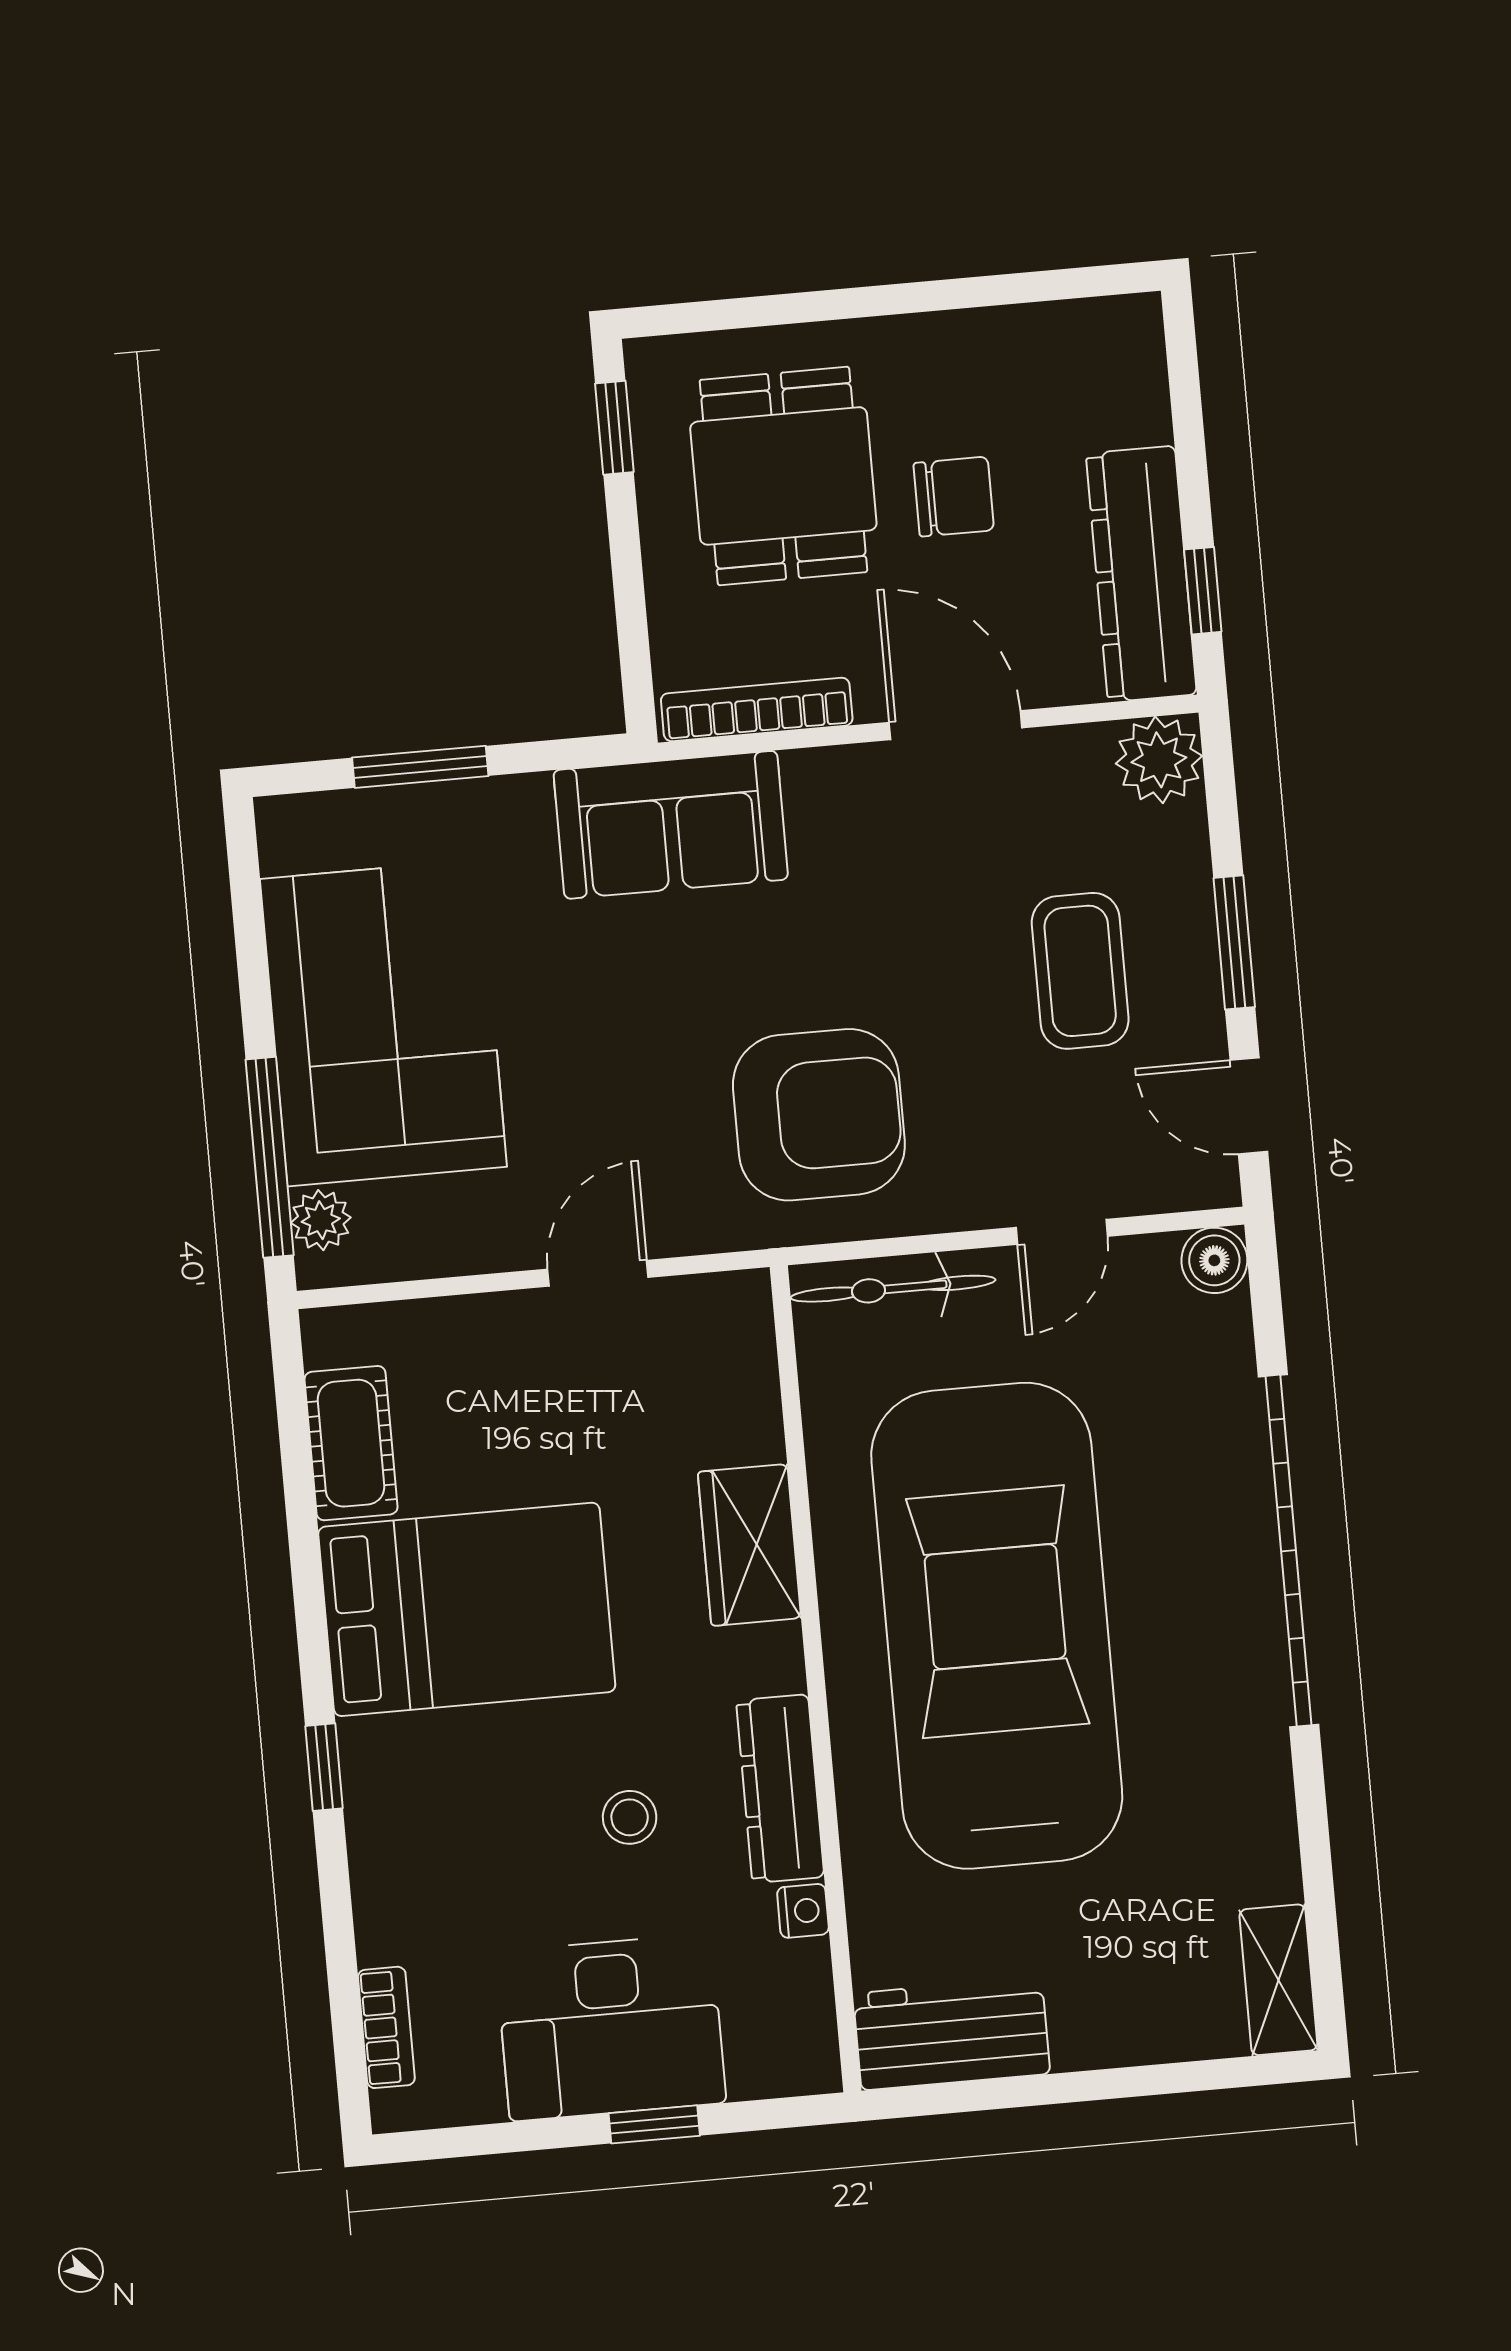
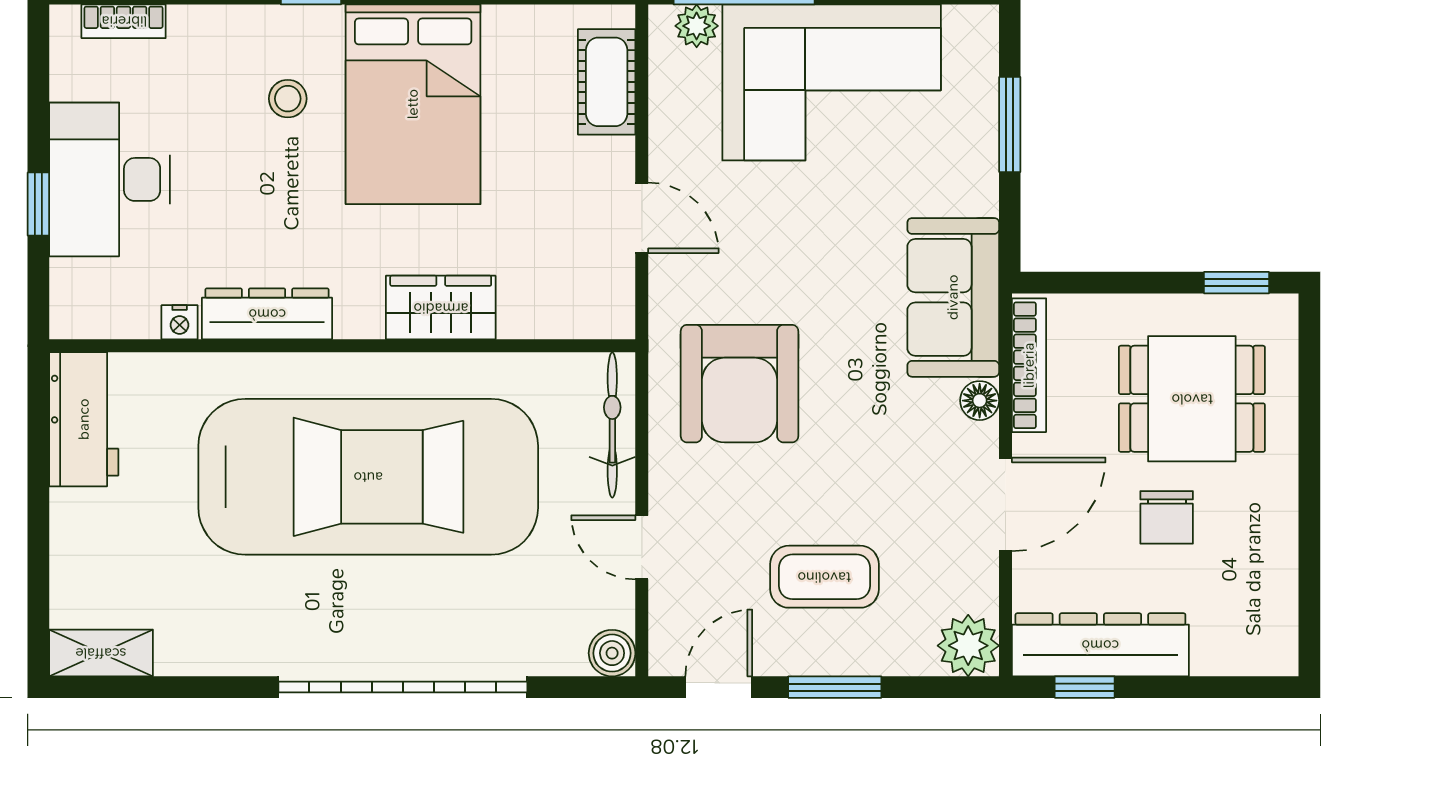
floor lamp: (813, 775) -> (980, 401), added
cot: (351, 1443) -> (607, 82), moved, turned 90
stool: (630, 1817) -> (288, 99), moved

